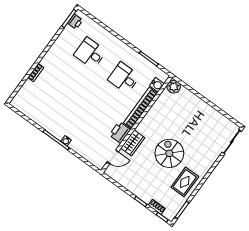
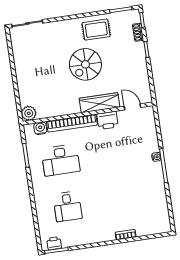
desk: (124, 78) -> (61, 160), width x1.37
wardrobe: (133, 143) -> (99, 103), width x1.50

